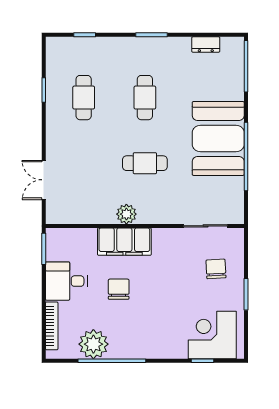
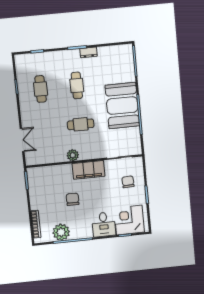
dresser: (206, 45) -> (88, 52), moved
double door: (44, 180) -> (22, 140), swing flipped
filing cabinet: (124, 242) -> (88, 170), moved
desk: (66, 281) -> (104, 224), moved, turned -90

